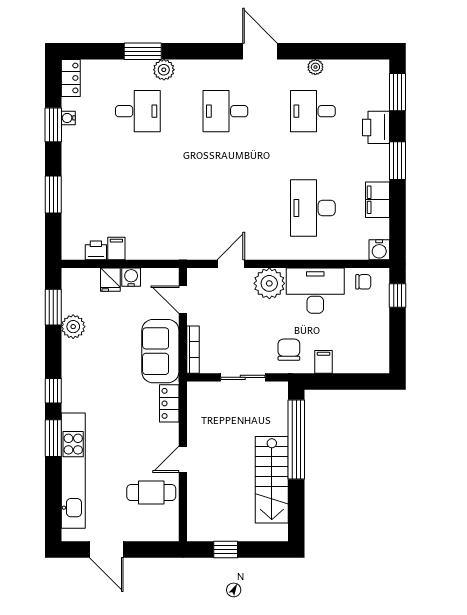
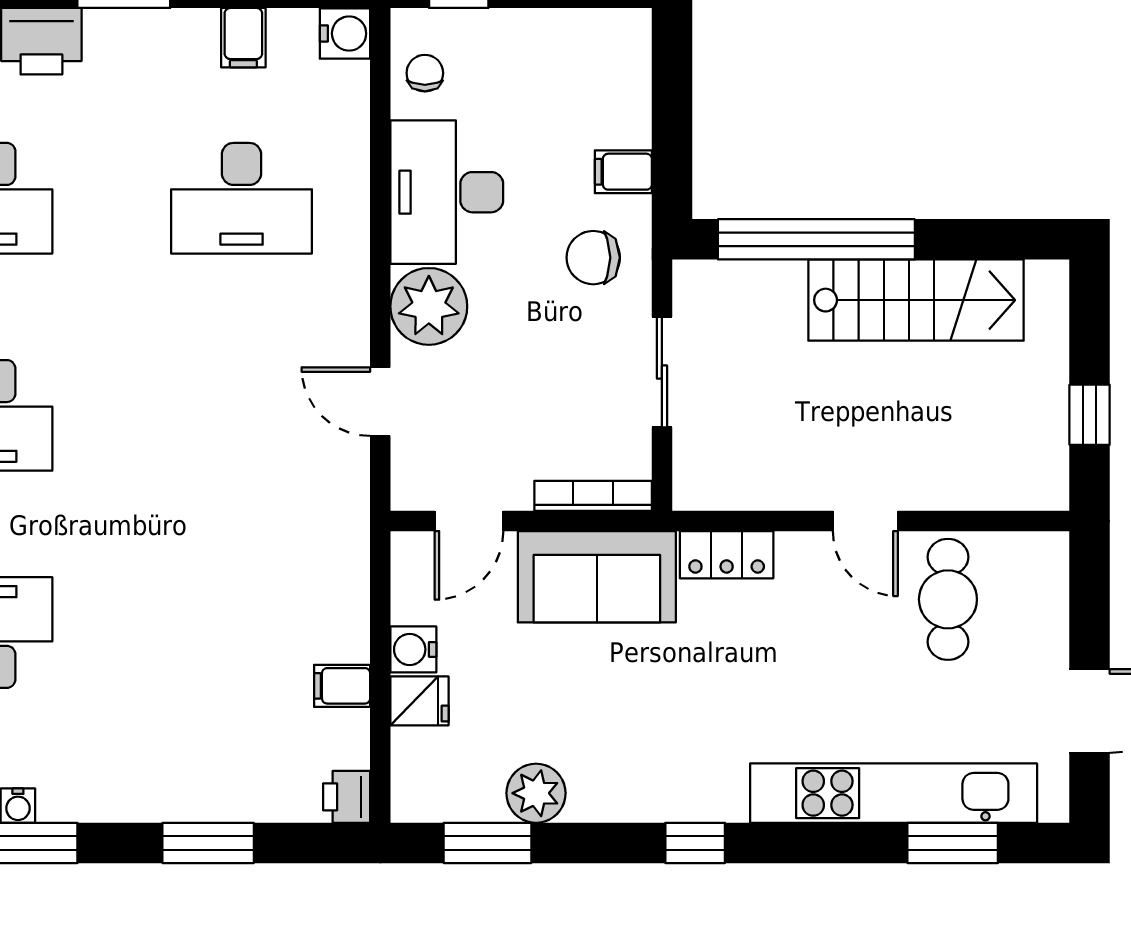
filing cabinet: (378, 200) -> (243, 38), width x0.50
printer: (96, 250) -> (347, 797), moved
window: (53, 438) -> (953, 843), moved

